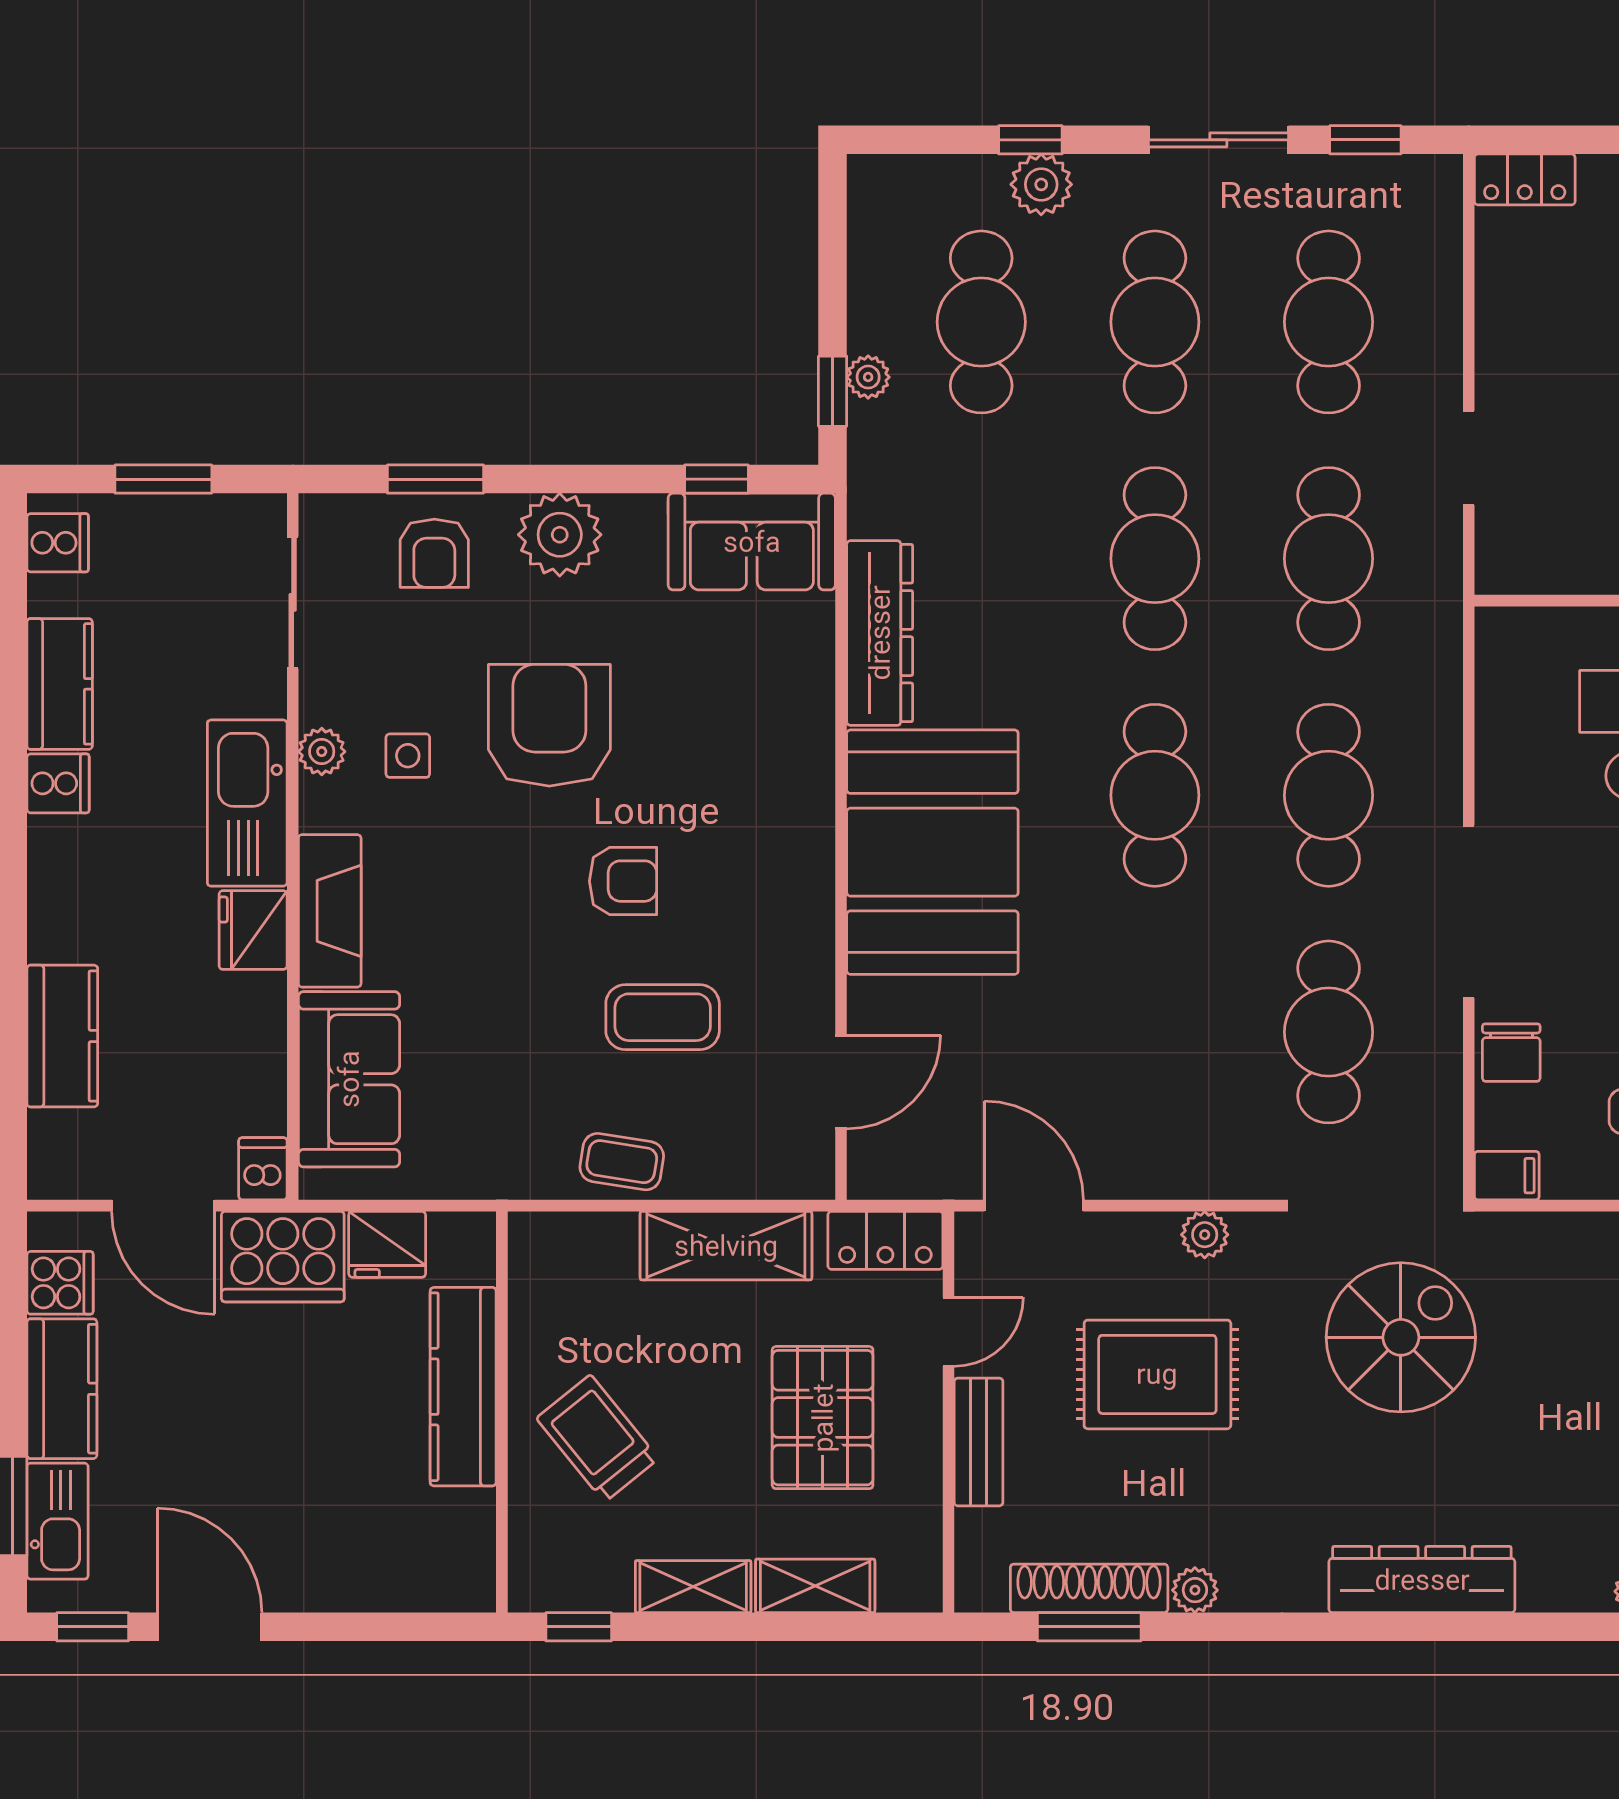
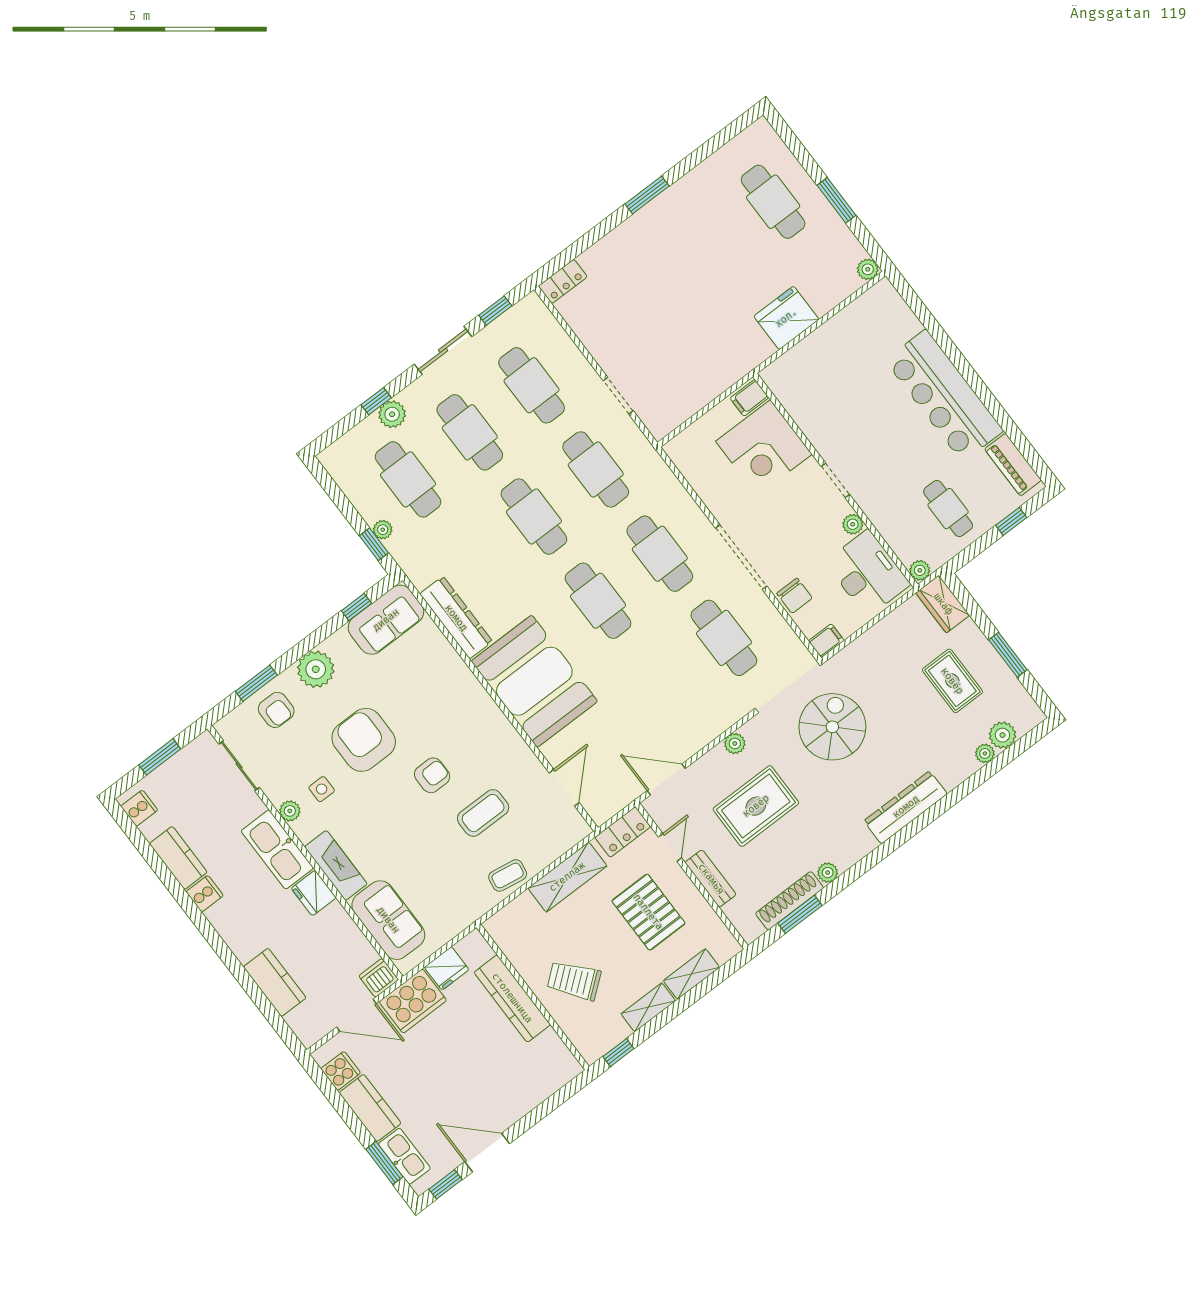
dishwasher: (263, 1169) -> (379, 978), width x1.38

